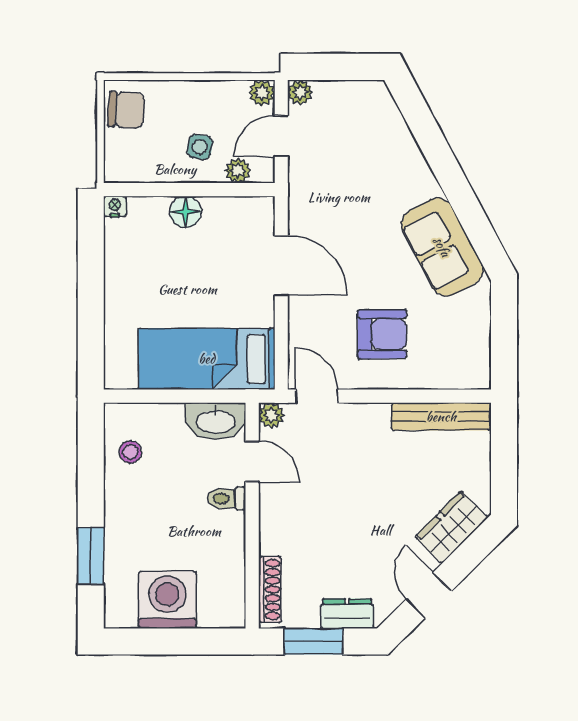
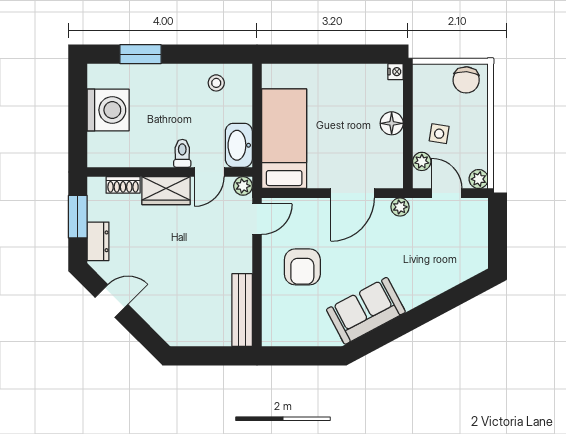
plant: (300, 92) -> (400, 207), moved
wardrobe: (452, 527) -> (166, 191), moved, turned 135
shoe rack: (270, 589) -> (123, 185), width x0.70

